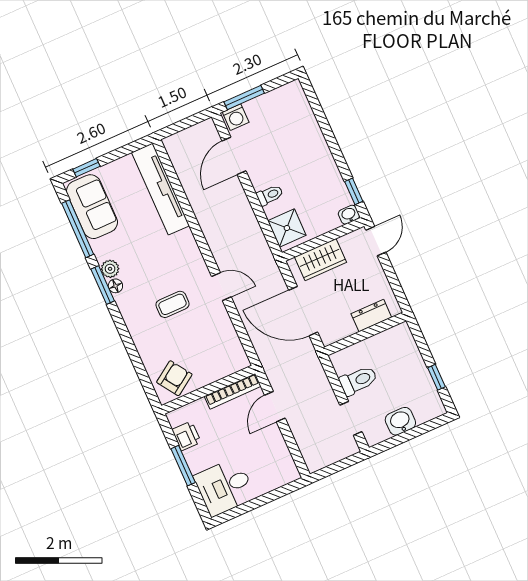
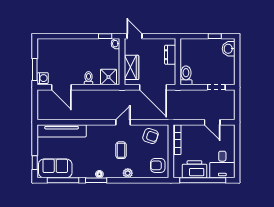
plant: (110, 269) -> (128, 173), moved
door: (303, 311) -> (153, 87), hinge flipped
armchair: (219, 344) -> (151, 136), added
armchair: (174, 378) -> (158, 165), turned -56
toilet: (358, 381) -> (186, 75), moved
door: (275, 407) -> (212, 122), moved
washbasin: (400, 421) -> (229, 49), moved
printer: (186, 436) -> (194, 169), width x1.87, depth x1.48
window: (183, 466) -> (203, 180), width x2.11

